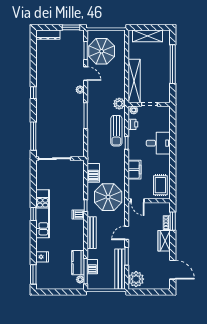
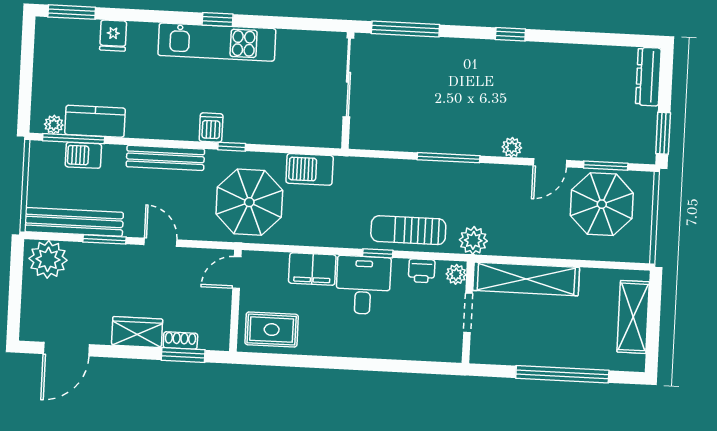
desk: (158, 143) -> (363, 285), moved, turned 180

